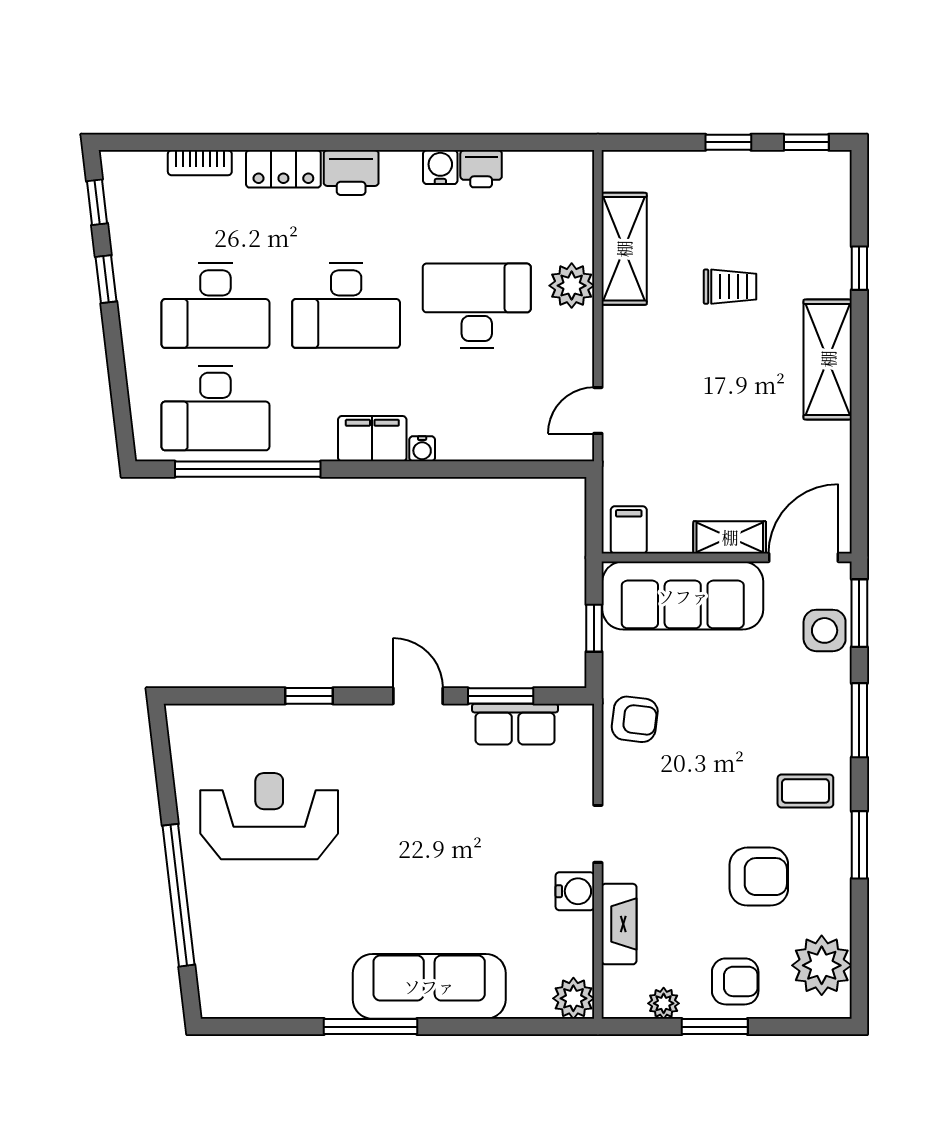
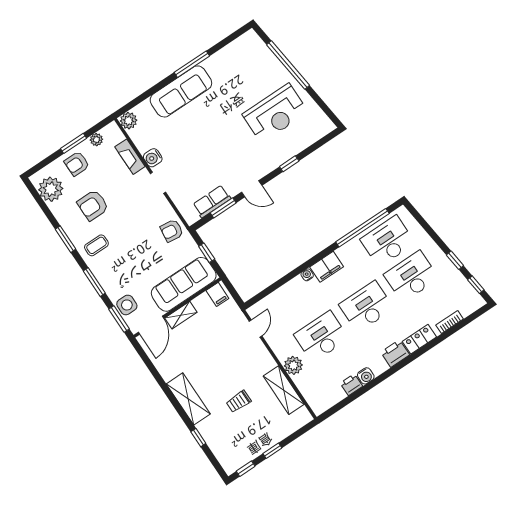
desk: (477, 306) -> (321, 337), turned 180

